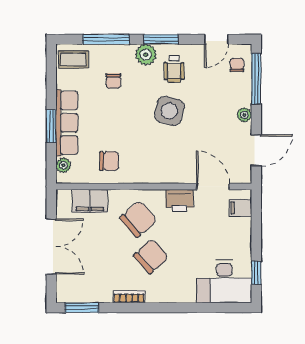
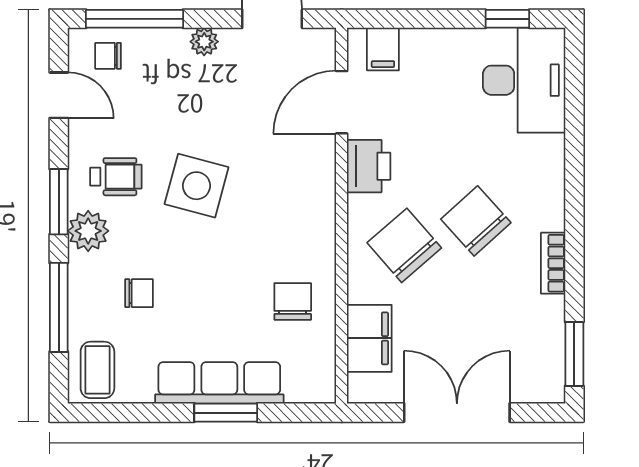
plant: (63, 165) -> (301, 389), removed

